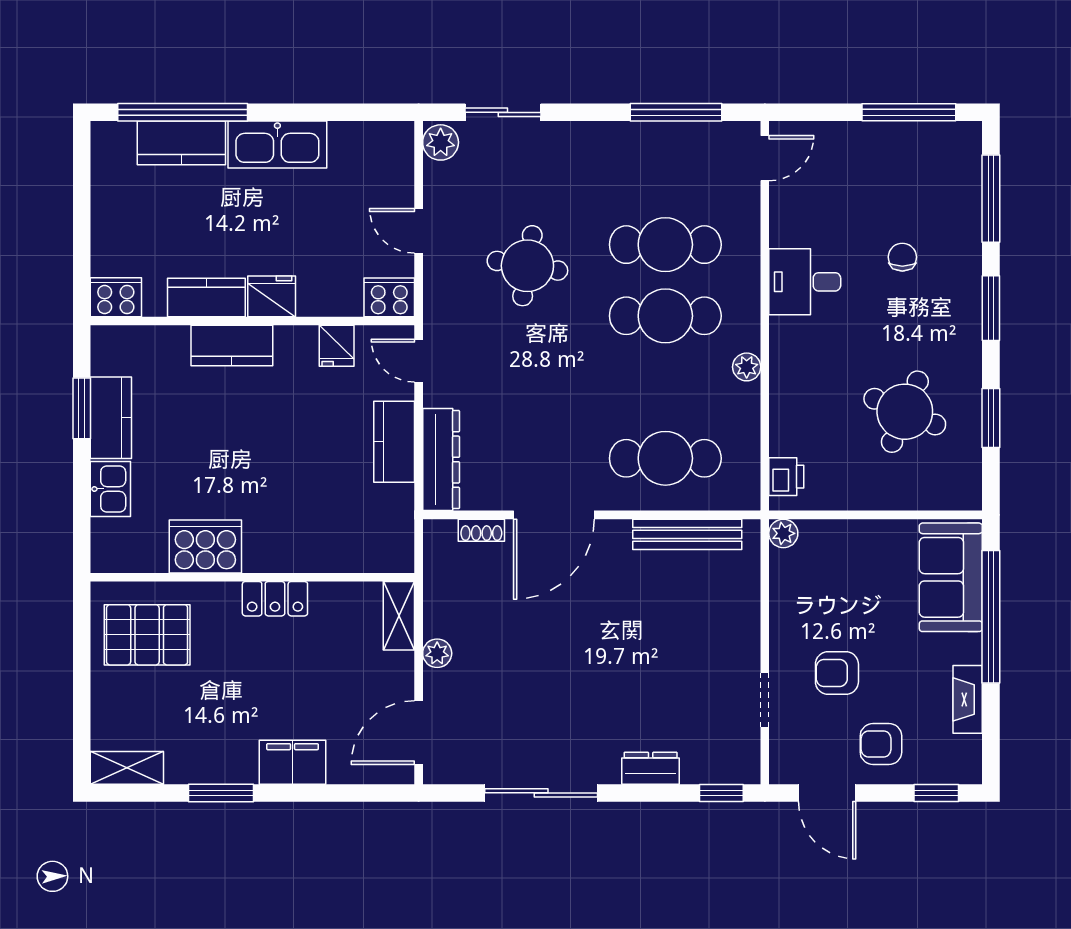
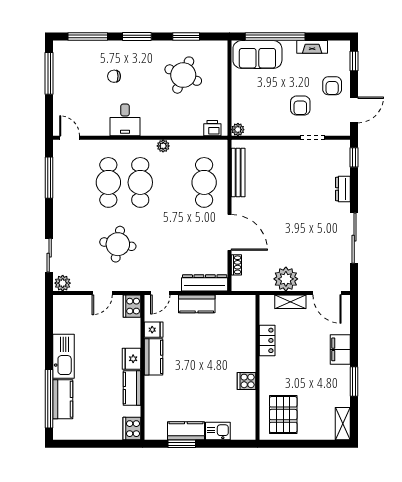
kitchen counter: (232, 346) -> (154, 357), moved
cooker: (205, 547) -> (246, 381), width x0.53, depth x0.76
locker: (275, 599) -> (267, 340), moved
shelving: (399, 616) -> (290, 302), moved
plant: (437, 653) -> (286, 279), width x1.87, depth x1.87

